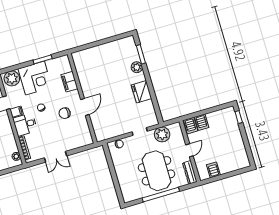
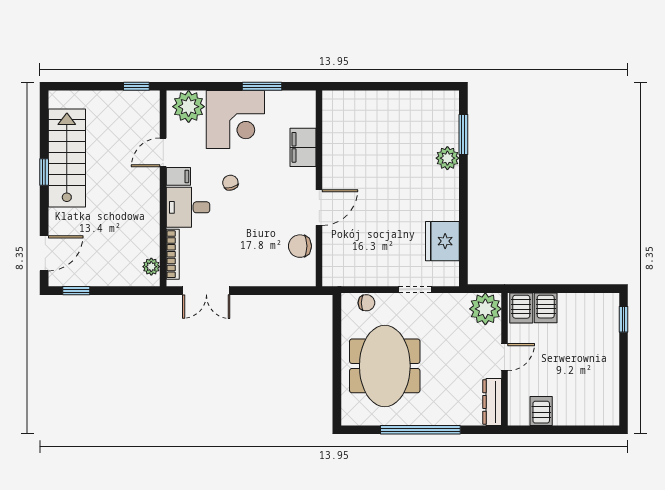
fridge: (142, 92) -> (442, 241), moved
chair: (65, 113) -> (300, 246), moved
plant: (162, 134) -> (485, 309), moved
double door: (56, 157) -> (206, 291), moved
meeting table: (156, 171) -> (385, 366), moved

